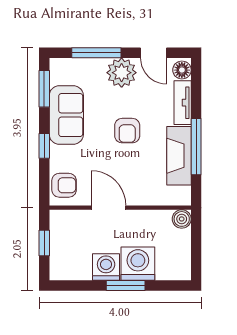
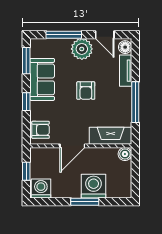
fireplace: (179, 156) -> (111, 136), moved, turned 90
door: (109, 208) -> (72, 146), swing flipped
washing machine: (106, 267) -> (41, 189), moved

